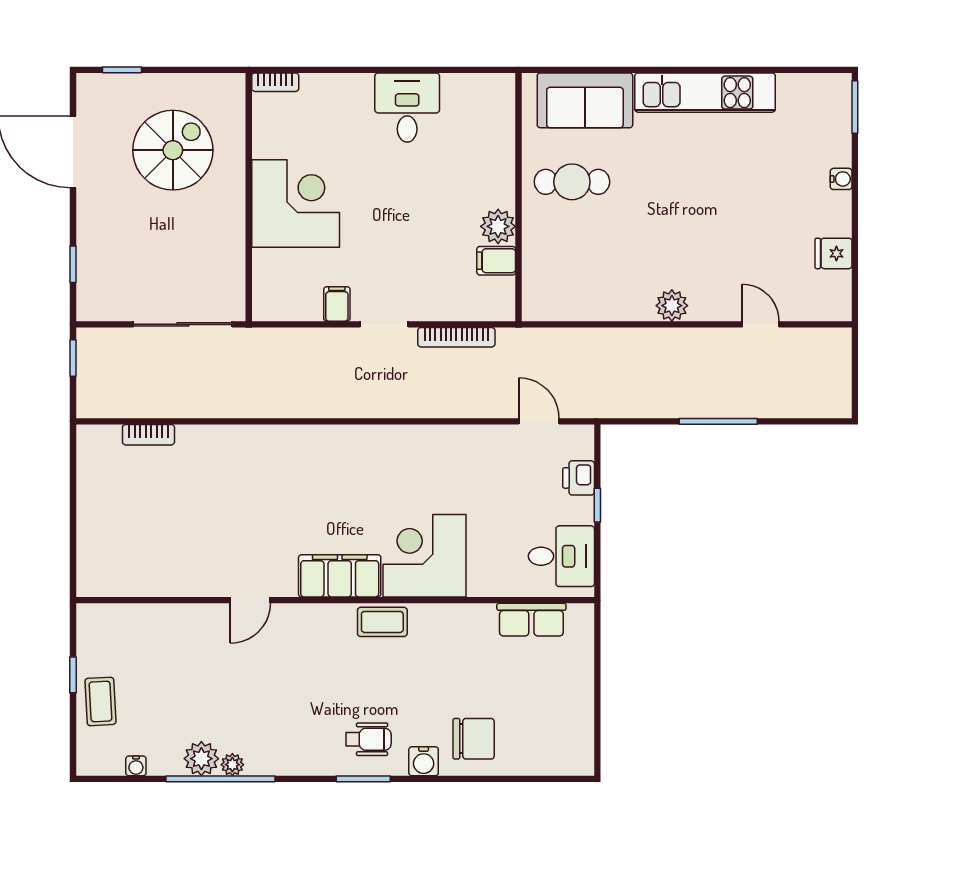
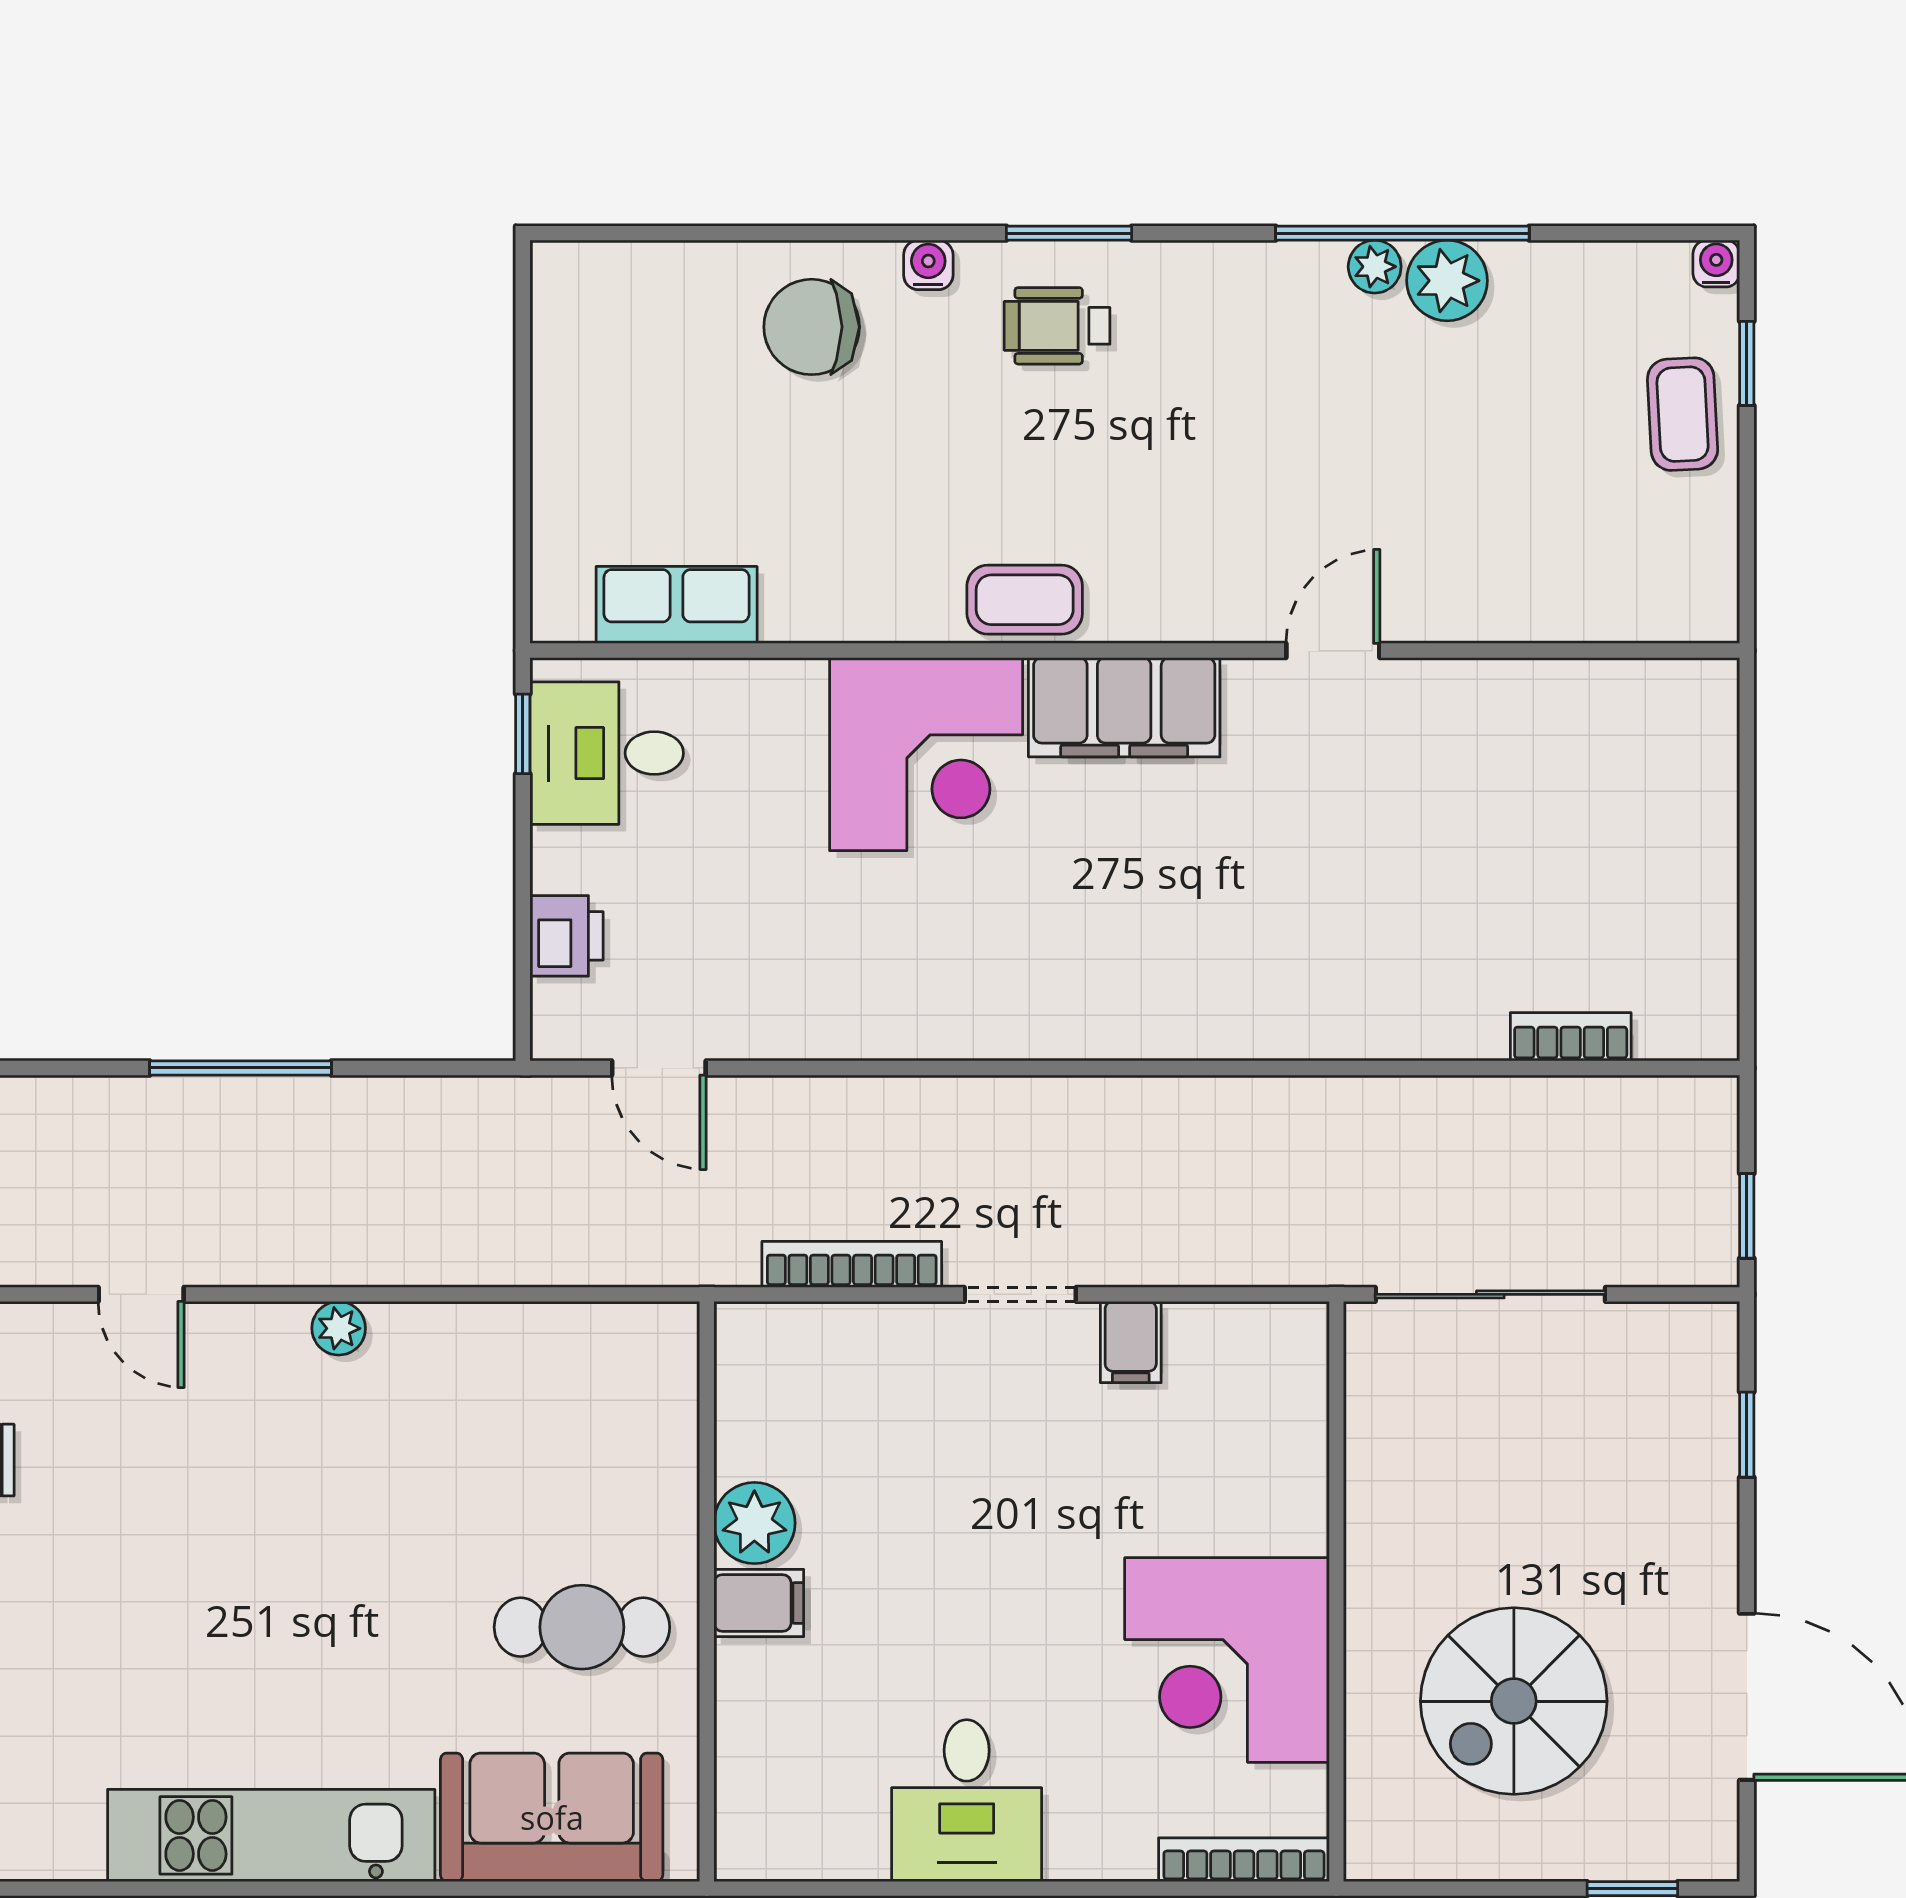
bookcase: (275, 82) -> (1244, 1860), width x1.56
corner desk: (296, 204) -> (1227, 1660), moved
filing cabinet: (496, 261) -> (759, 1603), moved
plant: (672, 306) -> (339, 1328), width x0.73, depth x0.73
window: (597, 505) -> (523, 734), moved
window: (73, 675) -> (1747, 363), moved
water cooler: (424, 761) -> (928, 265), width x0.72, depth x0.72
water cooler: (136, 766) -> (1716, 264), moved

